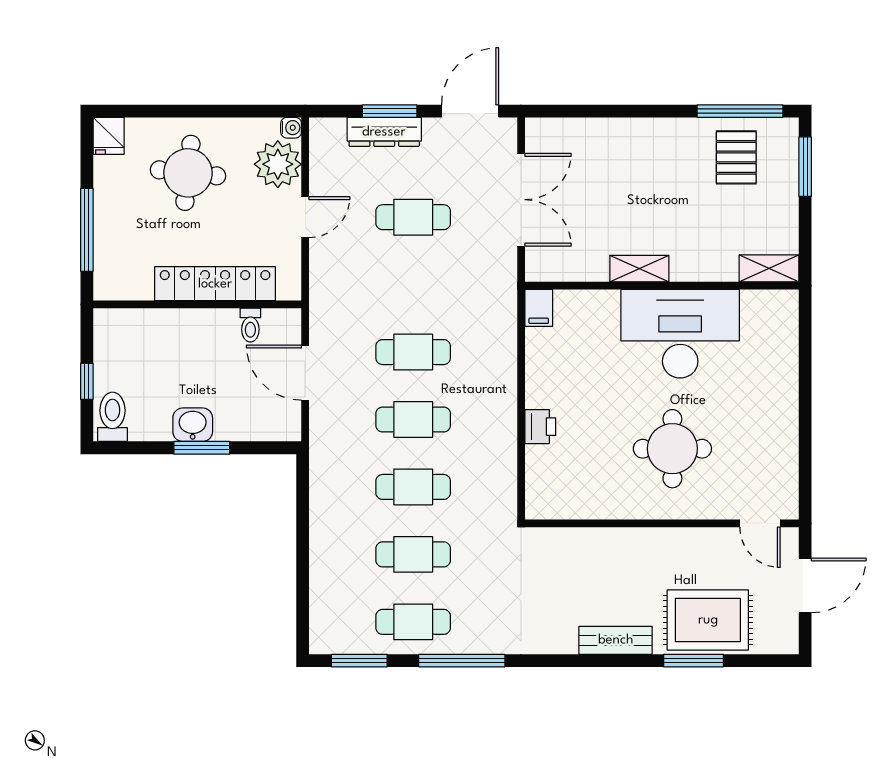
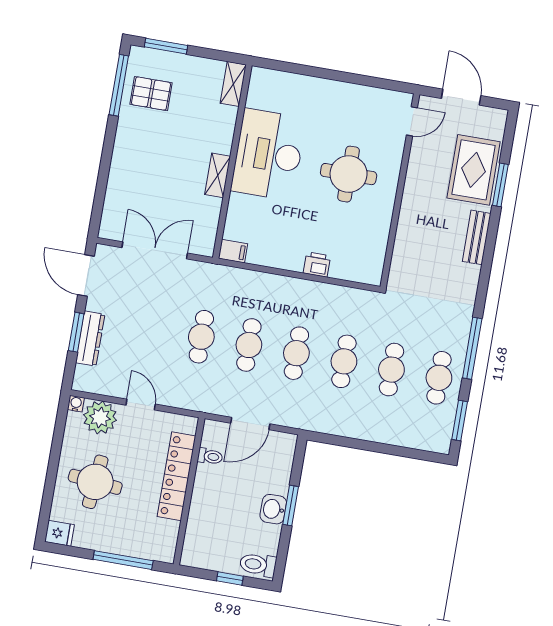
cafe table: (413, 217) -> (201, 337), moved

